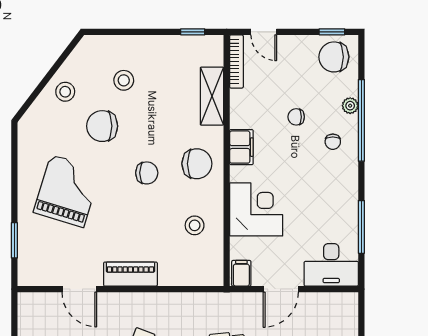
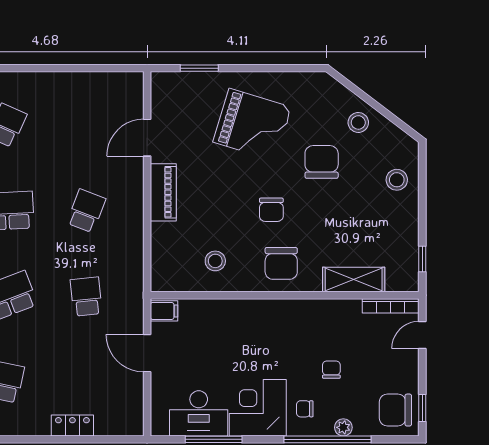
chair: (334, 57) -> (395, 410), turned -90
stool: (124, 80) -> (397, 180), moved
filing cabinet: (241, 147) -> (299, 311), removed
corner desk: (256, 209) -> (258, 408), moved, turned 180
desk: (331, 265) -> (199, 413), moved, turned -90

